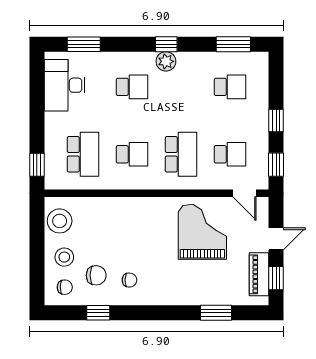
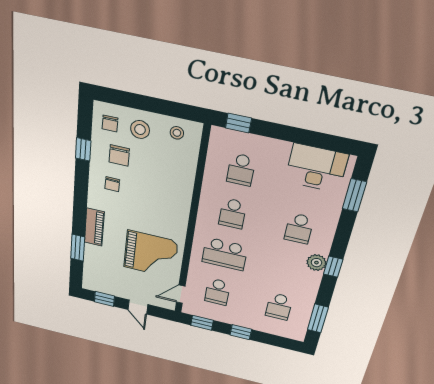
school desk: (83, 154) -> (241, 170), width x0.54
stool: (60, 221) -> (177, 133), width x0.53, depth x0.53
piano: (259, 274) -> (94, 227), moved, turned 90

